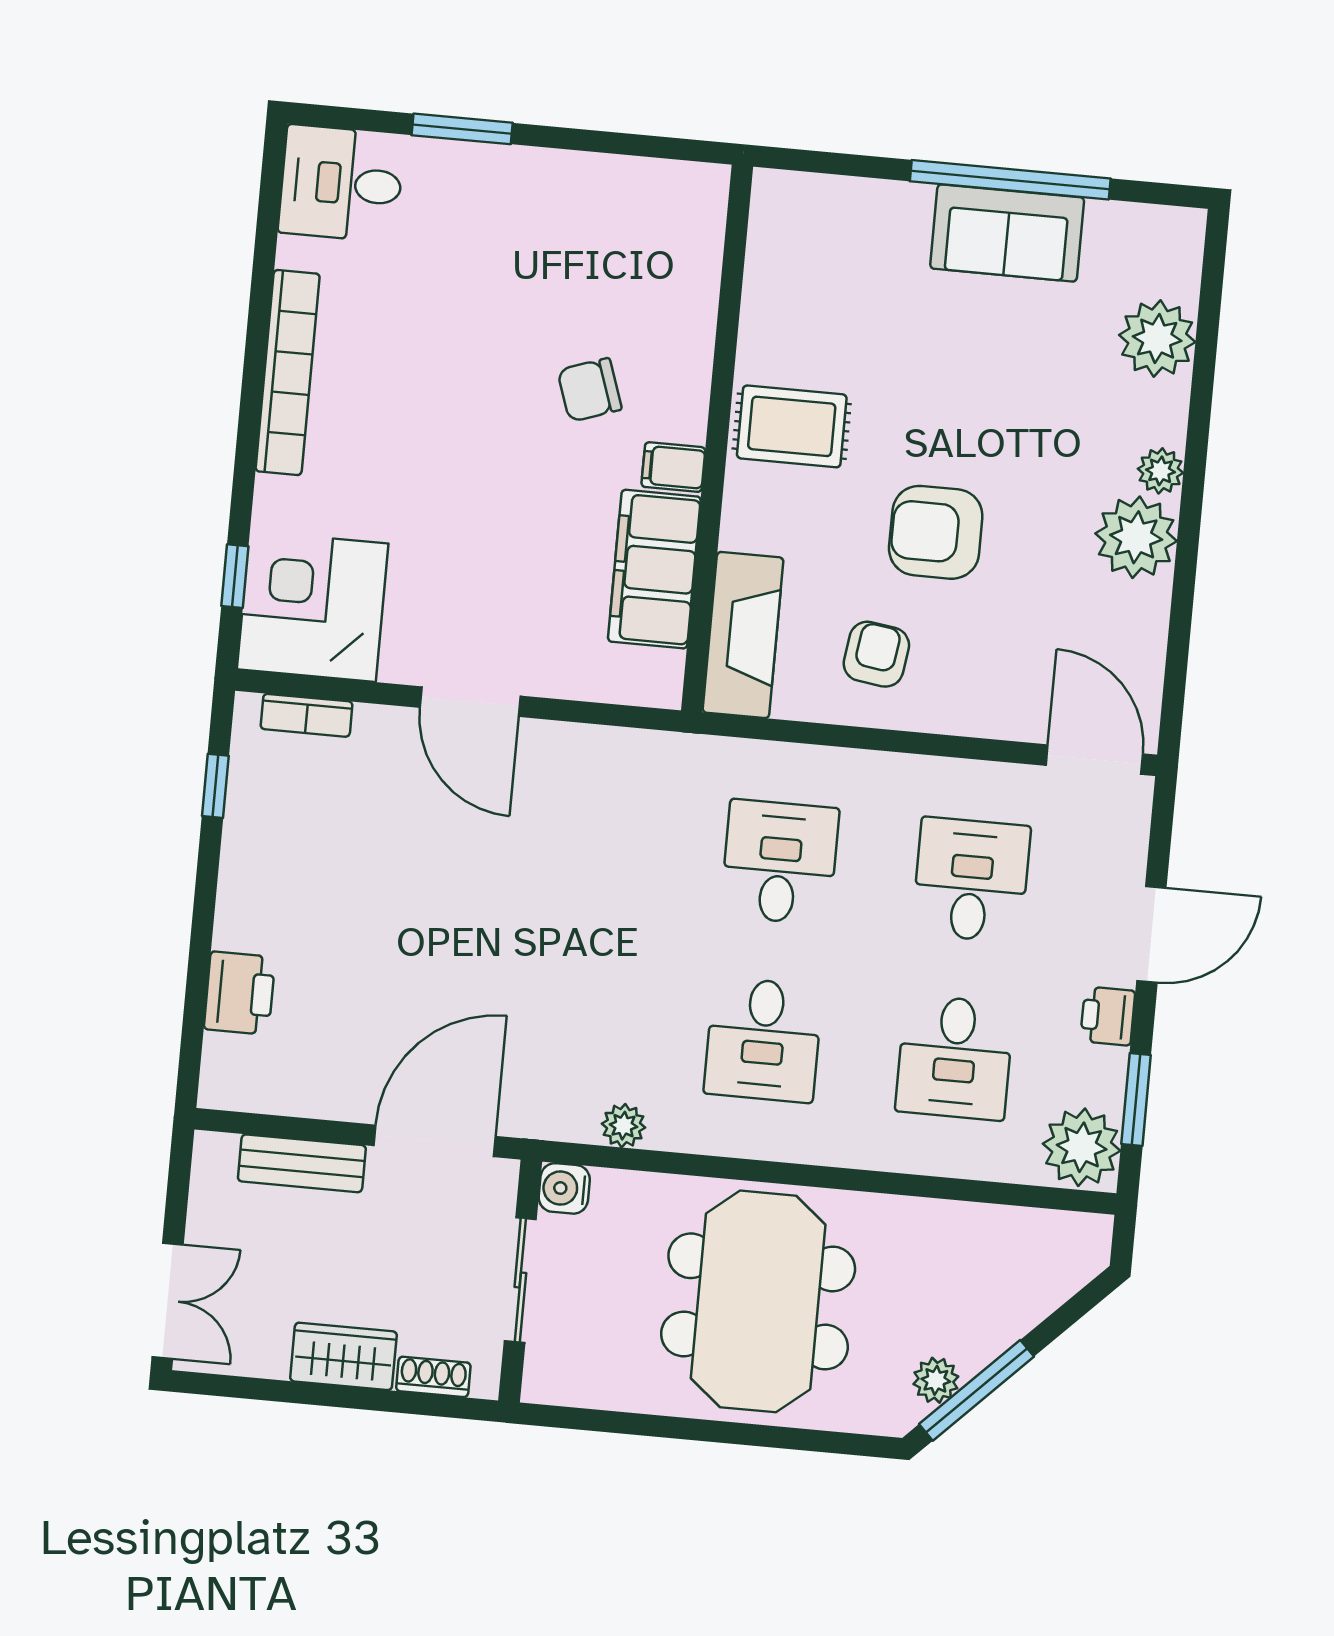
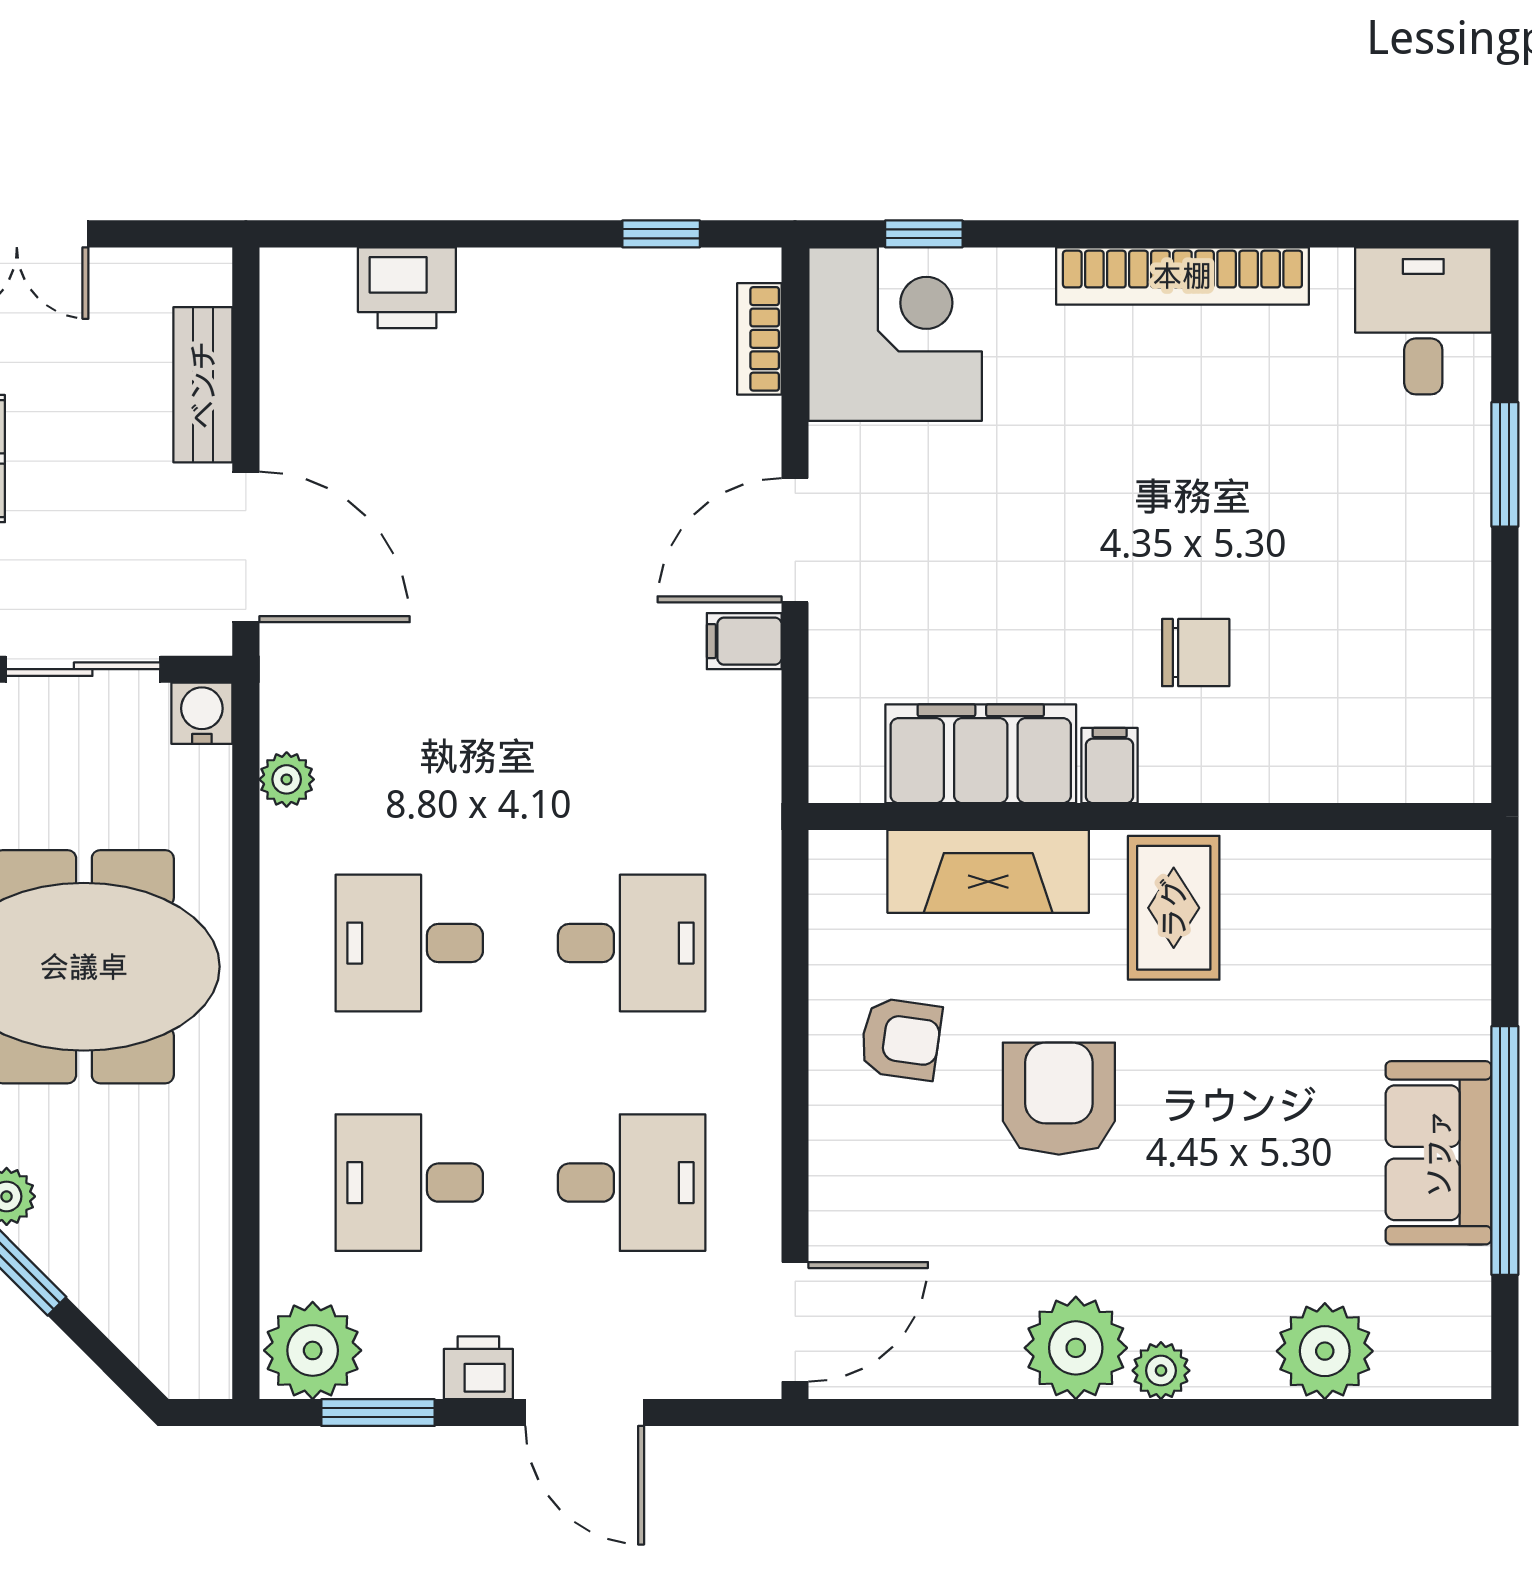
chair: (589, 390) -> (1196, 653), turned 109
fireplace: (743, 635) -> (988, 871), moved
filing cabinet: (547, 750) -> (744, 641), added

